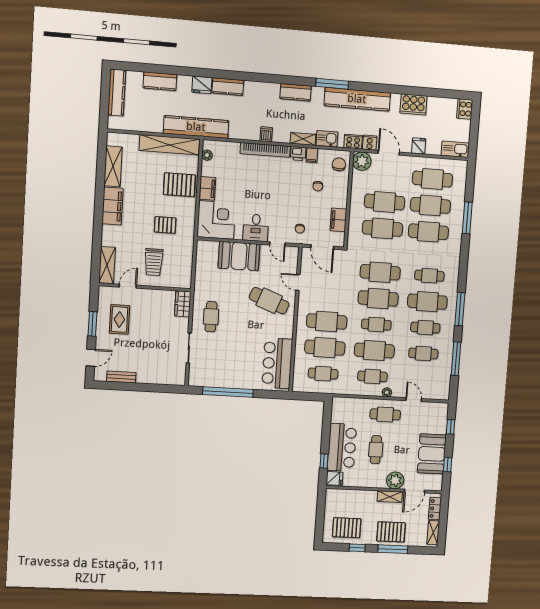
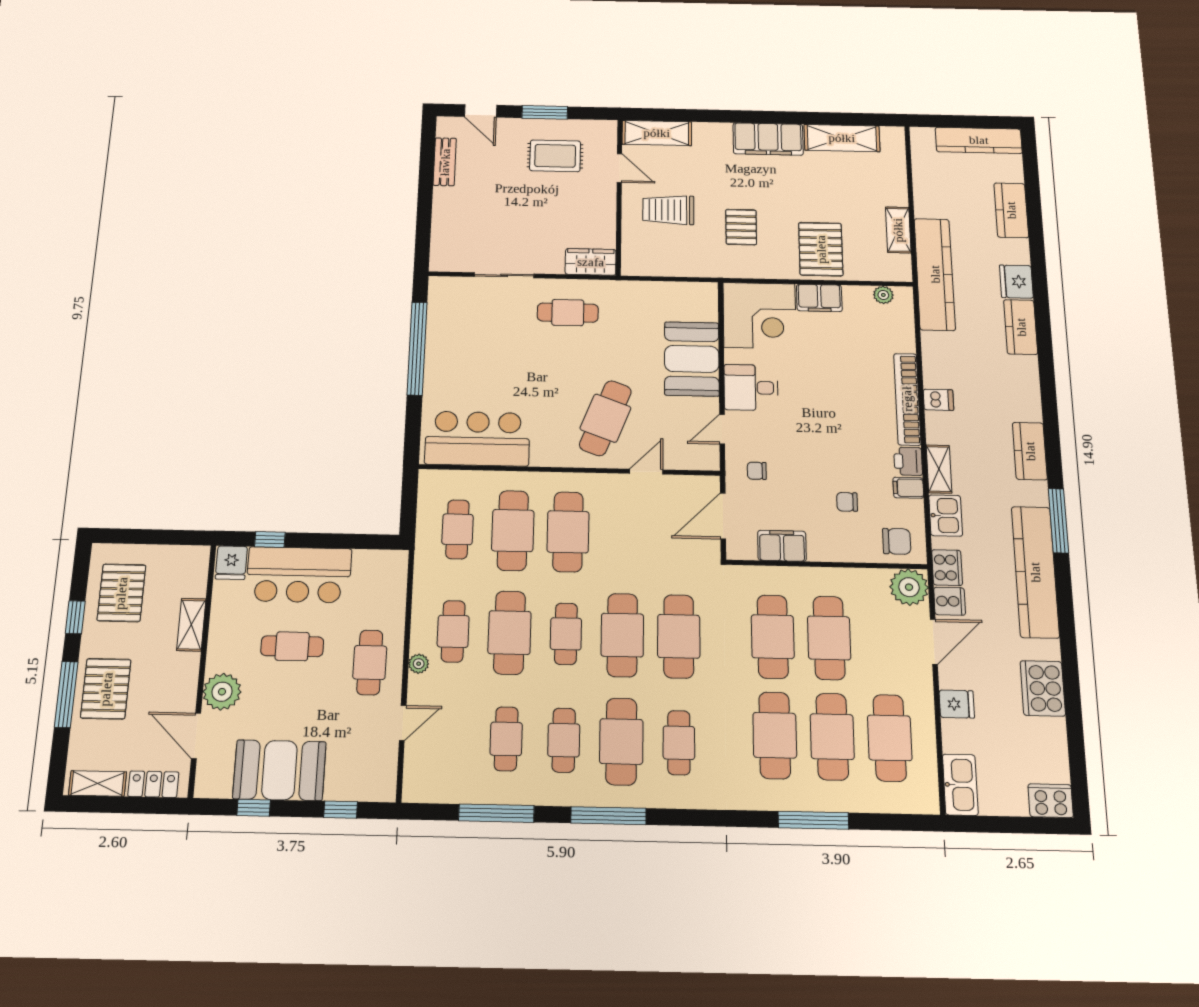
shelving: (169, 145) -> (898, 230), width x0.45, depth x0.75
shelving: (390, 497) -> (191, 625), moved

